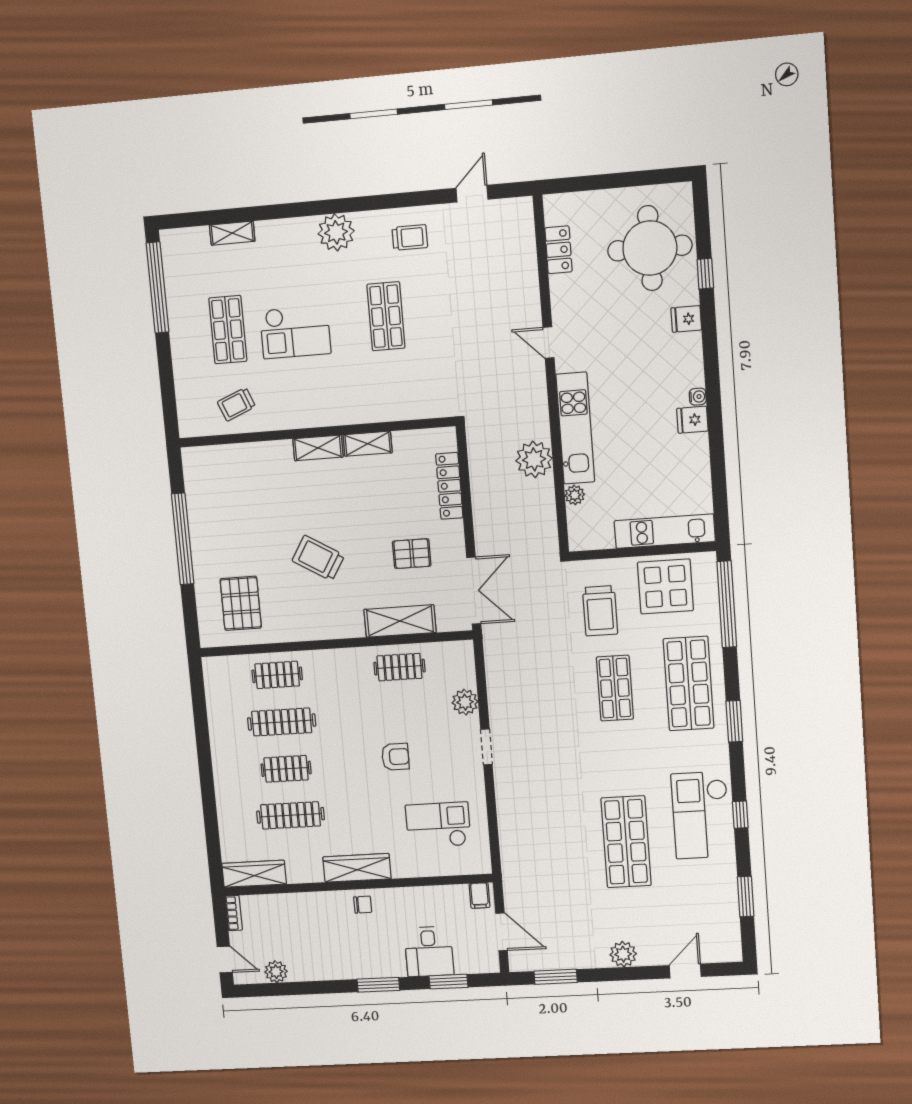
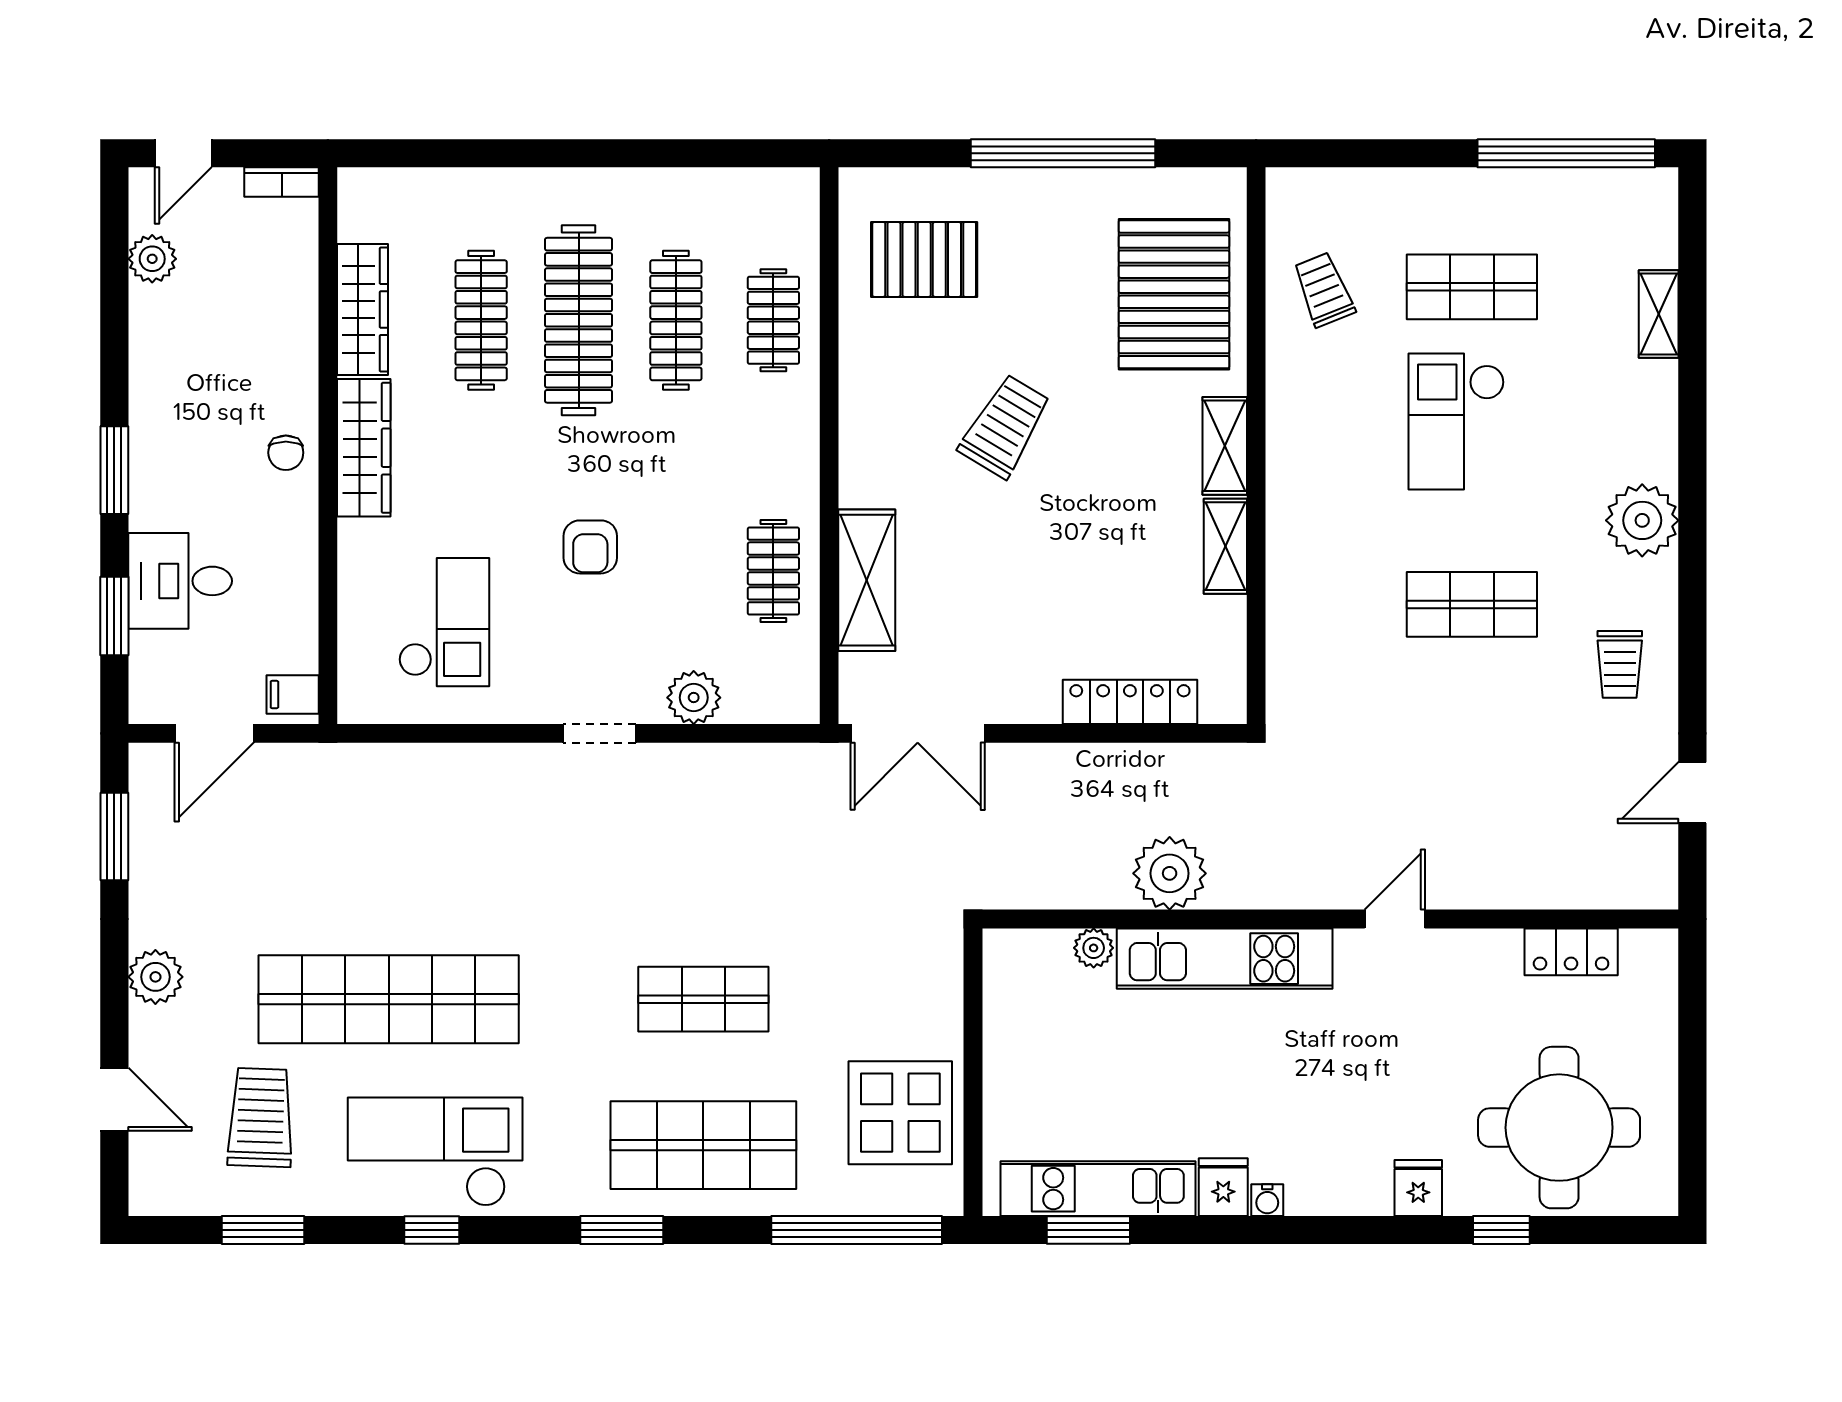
door: (472, 194) -> (1692, 793), swing flipped
window: (719, 487) -> (1088, 1230), added
kitchen unit: (665, 531) -> (1098, 1189), moved, turned -90
pallet: (412, 554) -> (1174, 294), moved, width x2.05, depth x2.00
trolley: (600, 611) -> (261, 1118), moved, turned 92
clothes rail: (286, 769) -> (579, 320), width x1.86, depth x1.31
shop shelf: (626, 842) -> (389, 999), width x1.40
wardrobe: (254, 874) -> (363, 310), moved

